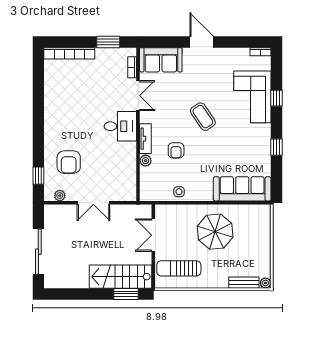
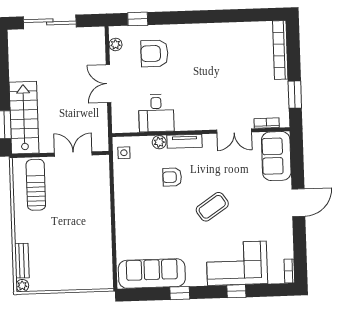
desk: (120, 126) -> (156, 113), moved
sofa: (242, 189) -> (152, 273), moved, turned -90
side table: (179, 192) -> (124, 153), moved
parasol: (215, 232) -> (80, 225), removed

